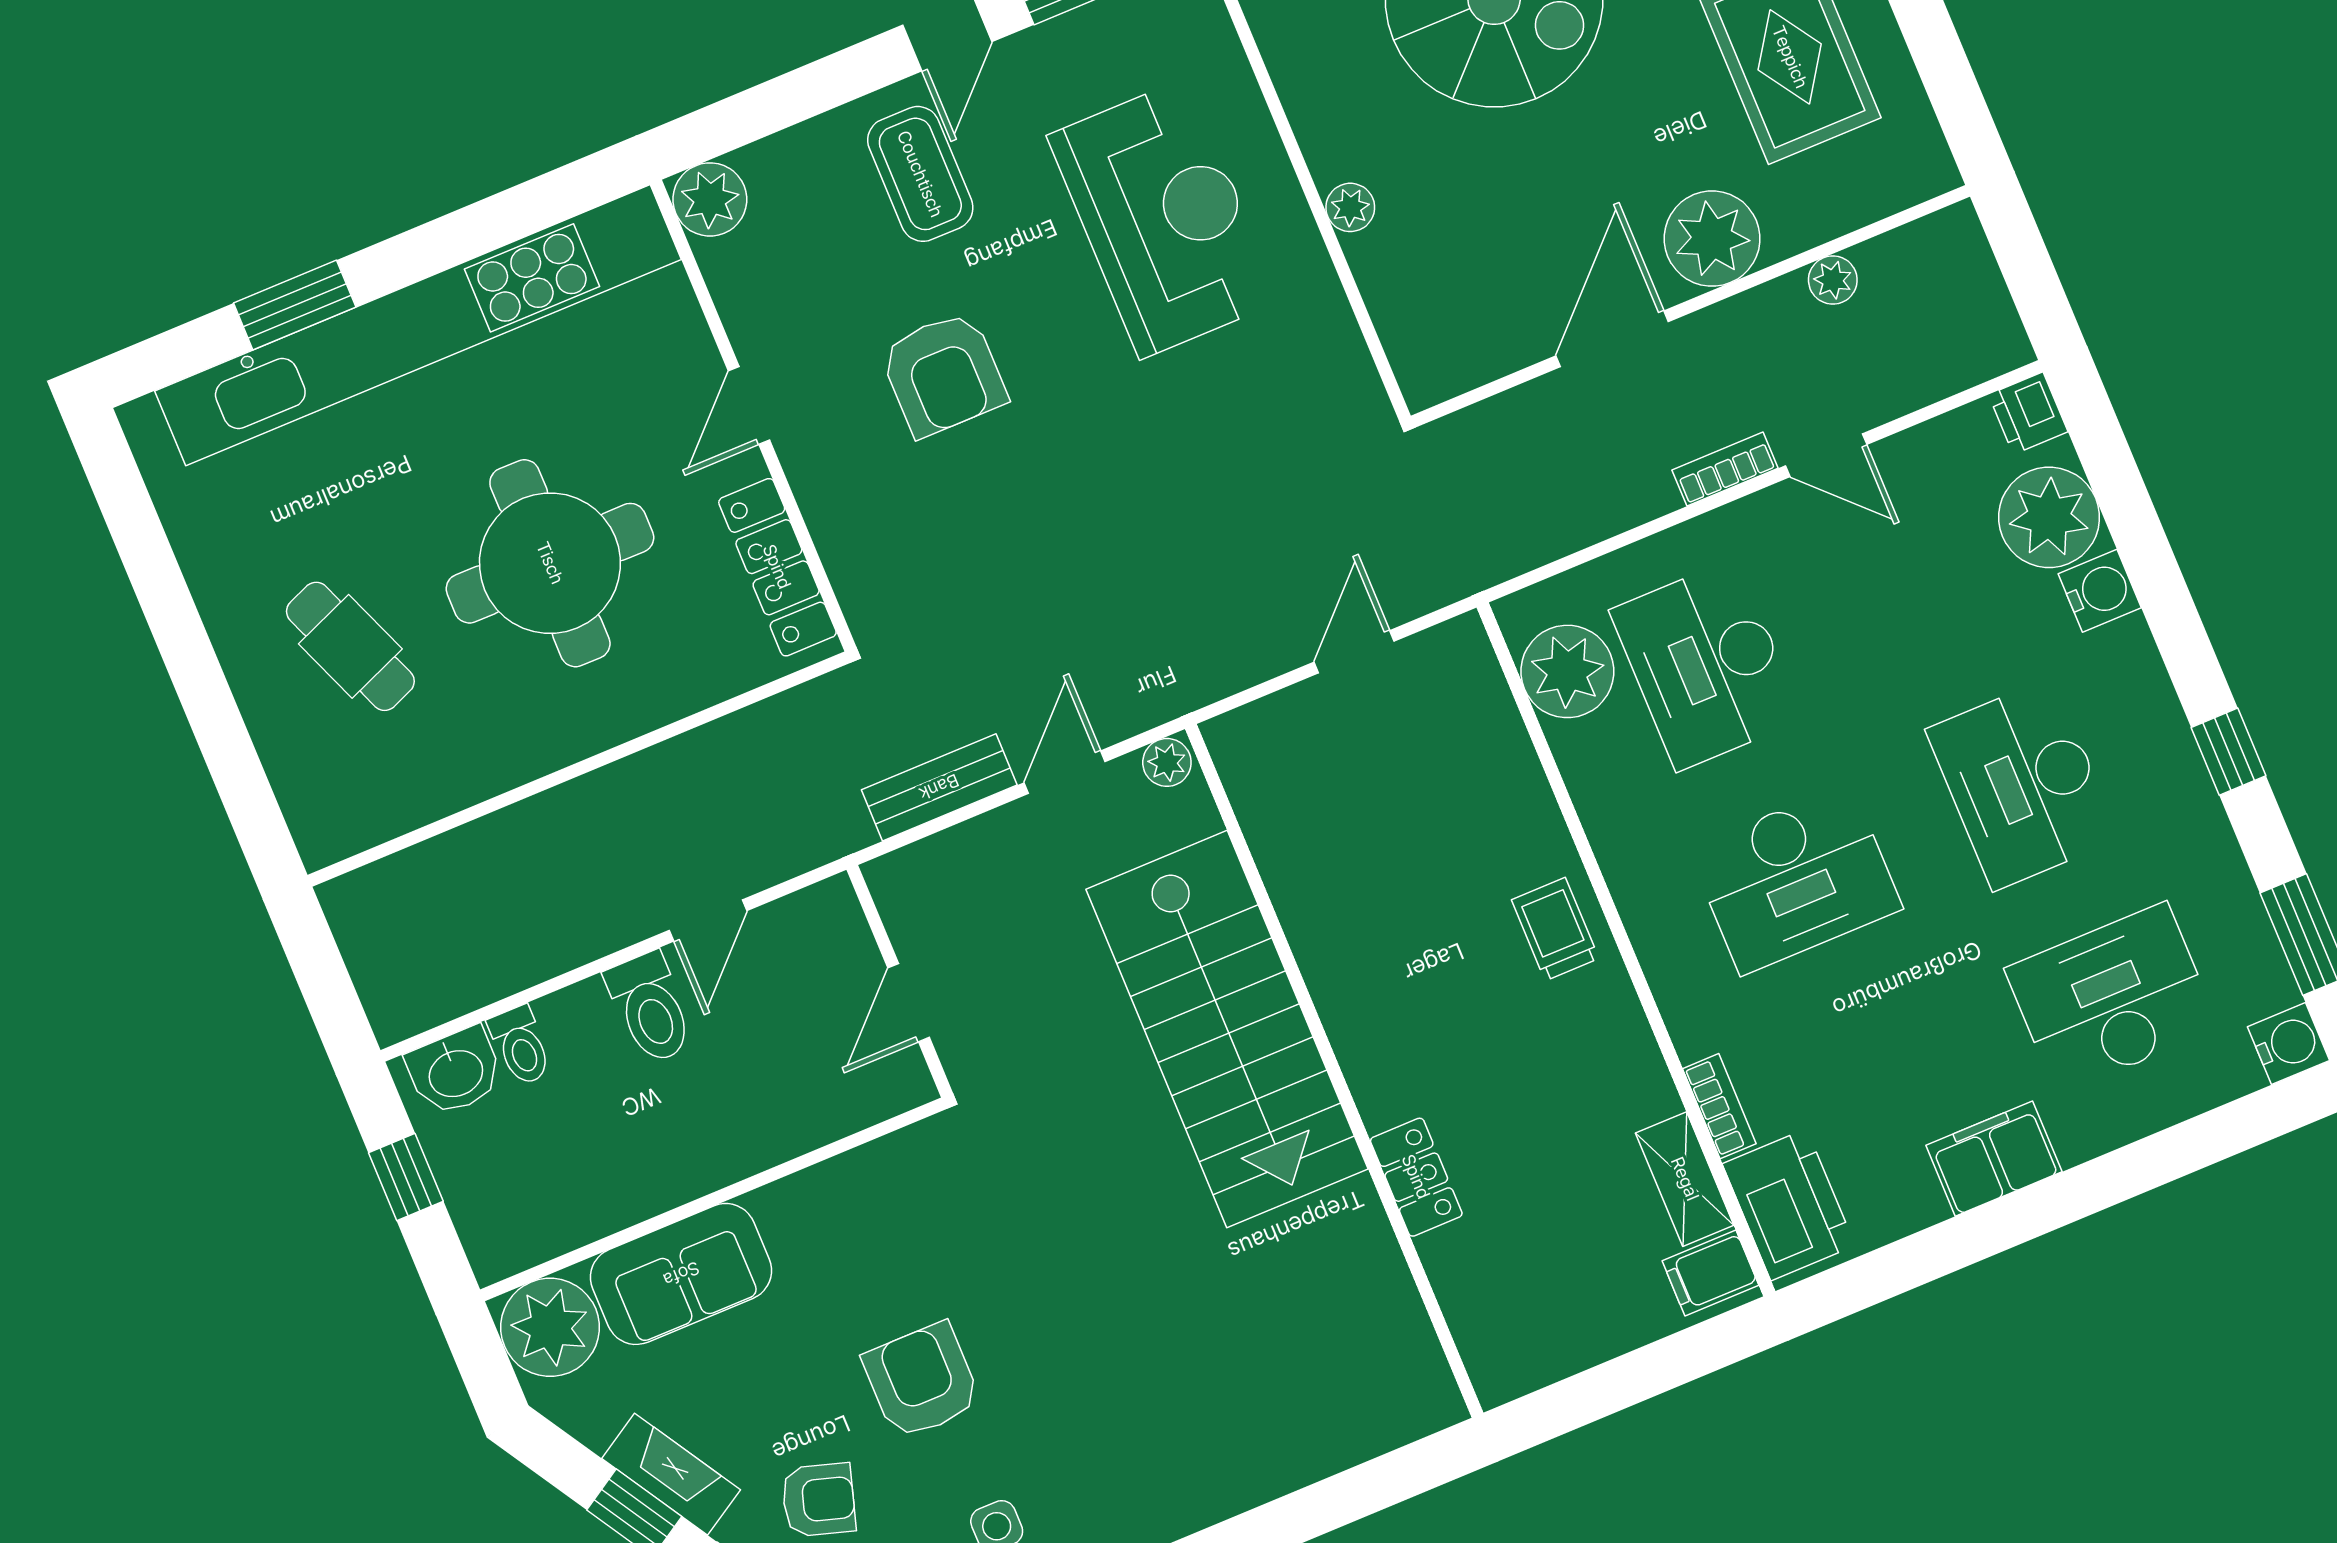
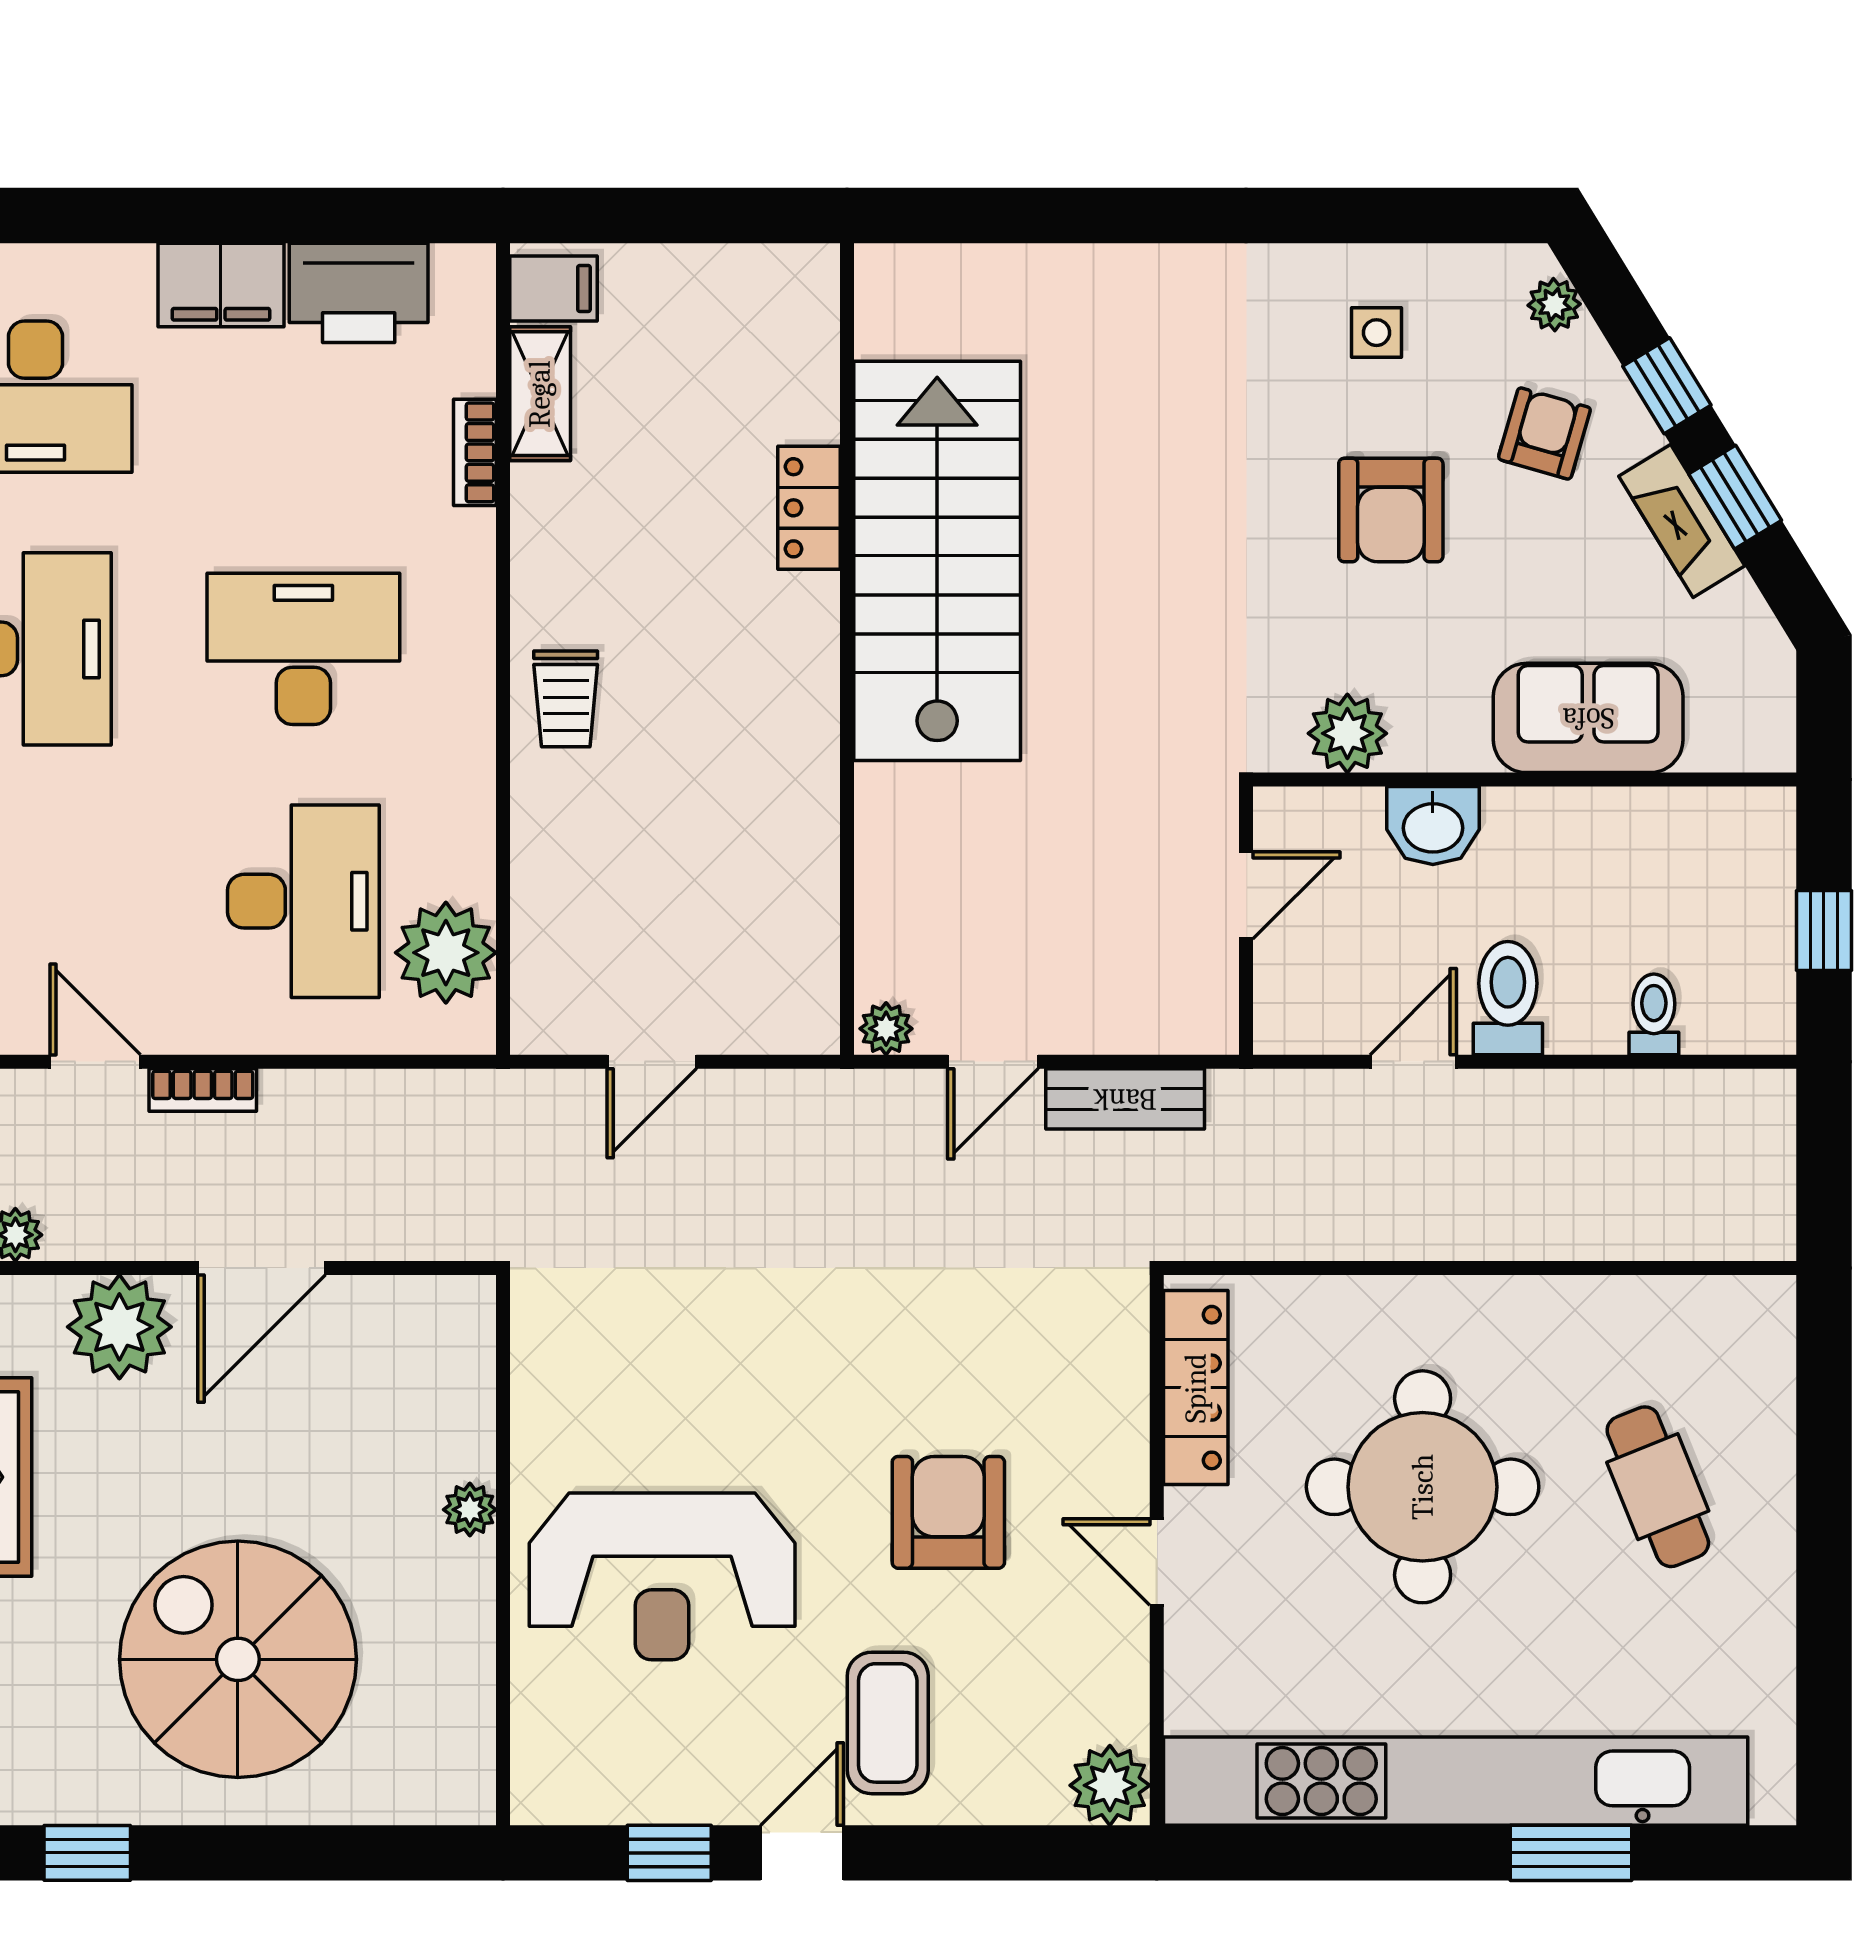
reception desk: (1164, 219) -> (662, 1576), turned -90
door: (749, 406) -> (1157, 1562), swing flipped
stairs: (1227, 1029) -> (937, 561), moved
washbasin: (455, 1072) -> (1433, 826), moved, turned 180
printer: (1789, 1205) -> (359, 293), moved, turned -90
plant: (550, 1327) -> (1347, 733), moved, width x0.73, depth x0.73
armchair: (819, 1500) -> (1544, 433), turned 89

